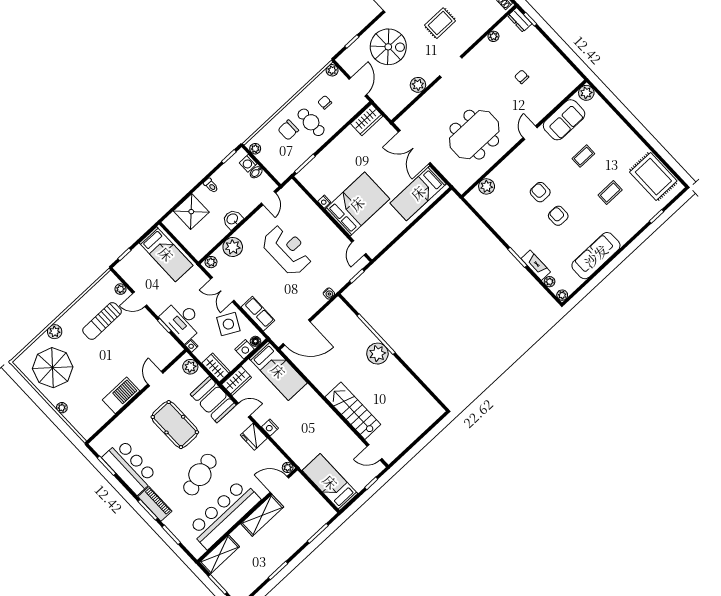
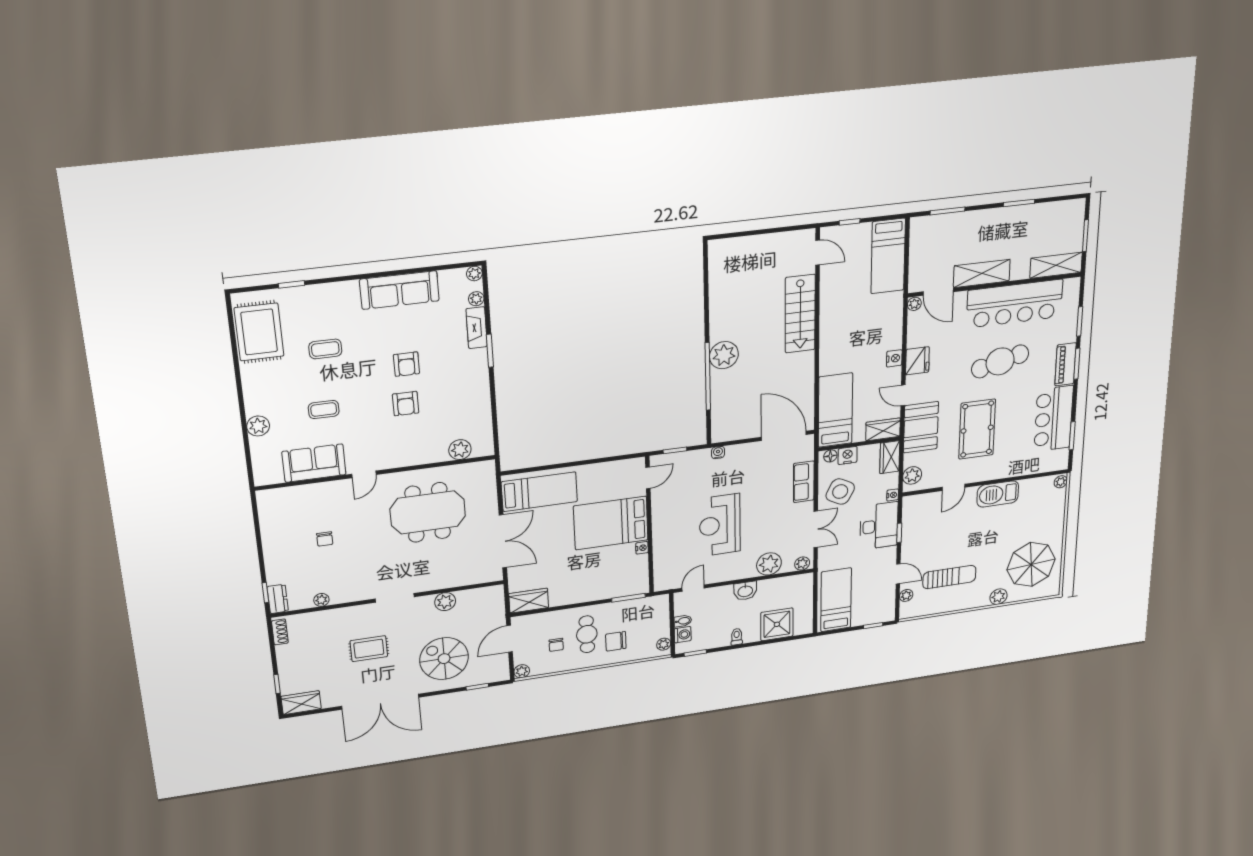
plant: (586, 93) -> (258, 426), moved
chair: (288, 130) -> (616, 641), turned 180
plant: (62, 408) -> (1061, 482), moved

